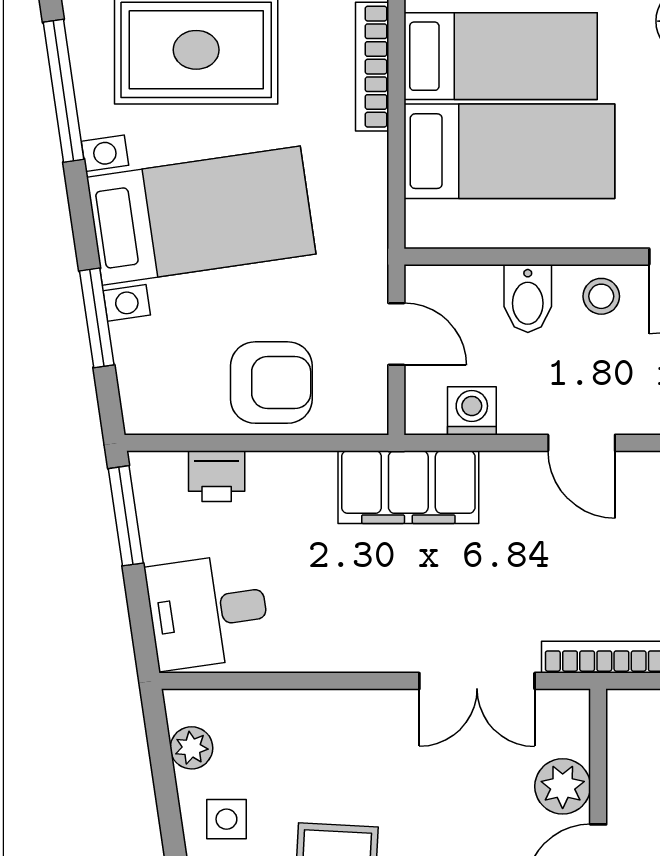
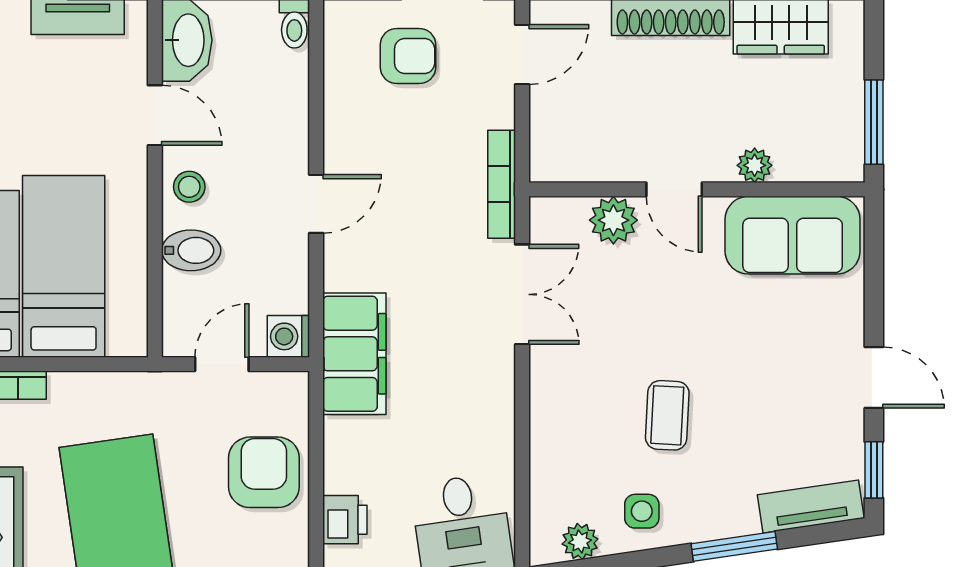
washing machine: (472, 411) -> (288, 336), moved

